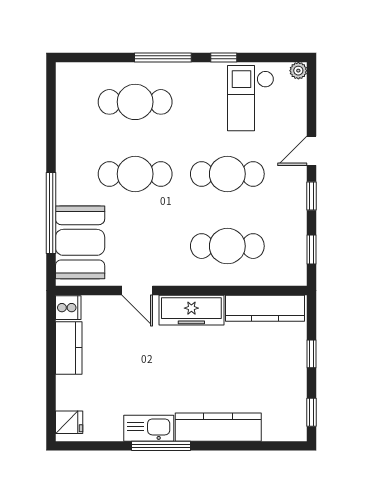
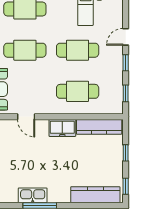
freezer: (191, 310) -> (62, 128), width x0.71
kitchen counter: (218, 427) -> (95, 195), moved

